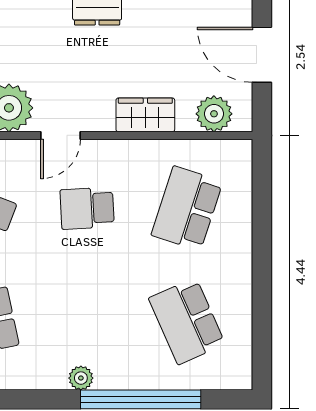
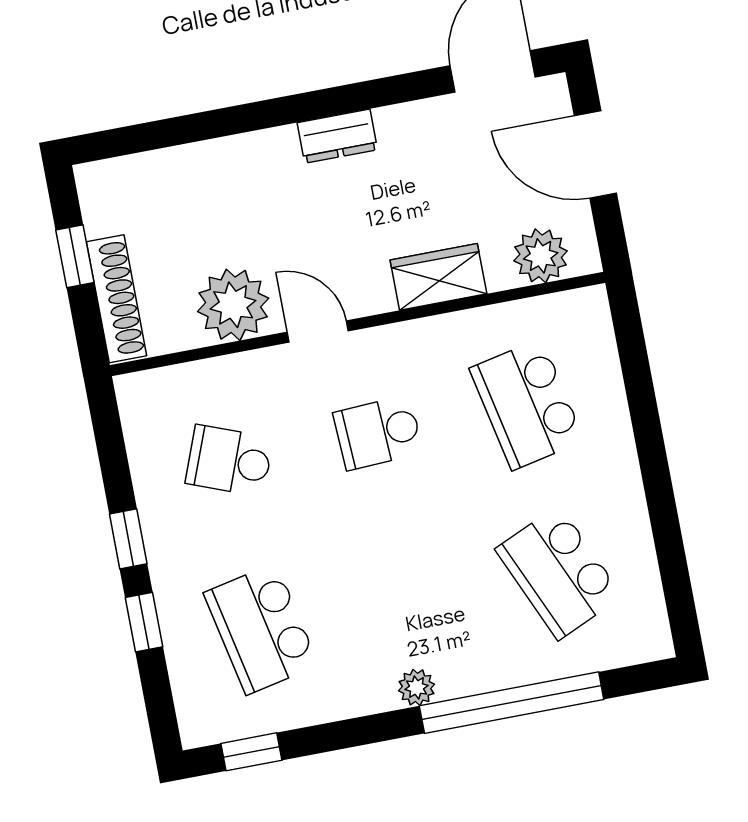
door: (60, 135) -> (318, 332), swing flipped
school desk: (187, 208) -> (527, 404), turned -30

